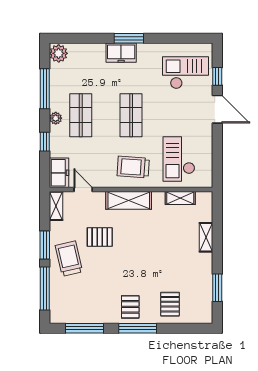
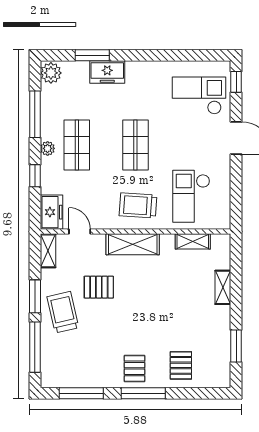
window: (129, 38) -> (92, 55), moved
freezer: (121, 53) -> (107, 72), moved
window: (217, 76) -> (236, 82), moved

